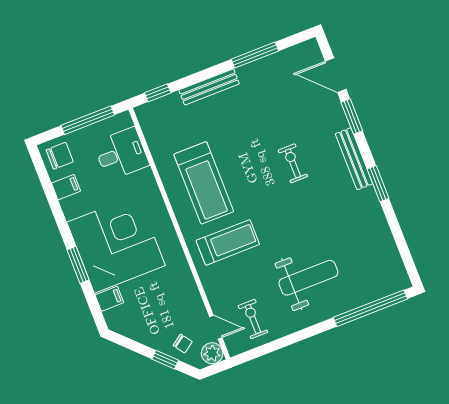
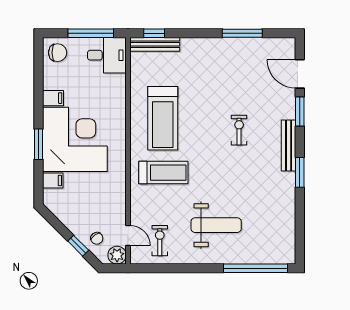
bench: (209, 87) -> (155, 44), moved
desk: (121, 154) -> (107, 55), moved
filing cabinet: (66, 187) -> (53, 98), moved

